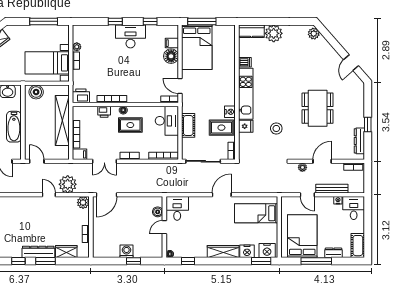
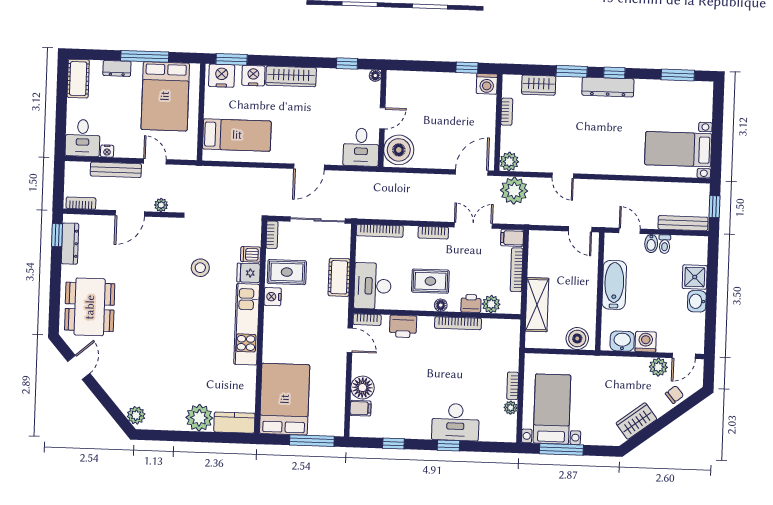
desk: (130, 36) -> (455, 422), moved
bed: (197, 47) -> (285, 399), moved
dishwasher: (245, 62) -> (251, 254), moved
bed with nightstands: (47, 63) -> (552, 409), moved, turned -90
printer: (81, 96) -> (403, 326), moved
dining table: (318, 108) -> (90, 307), moved
plant: (91, 112) -> (491, 304), added
shelving: (62, 121) -> (537, 305), width x0.68
window: (368, 125) -> (57, 235), moved
plant: (68, 184) -> (514, 191), moved
door: (222, 195) -> (309, 167), moved
boiler: (158, 212) -> (399, 150), width x1.86, depth x1.86
washing machine: (126, 251) -> (487, 84), moved
dresser: (38, 252) -> (608, 87), moved
window: (133, 261) -> (467, 68), moved

